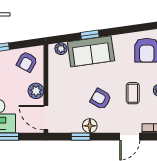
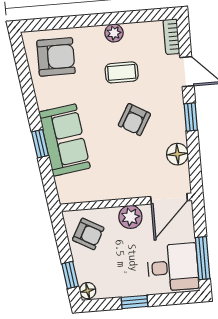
plant: (61, 49) -> (64, 185), removed
floor lamp: (90, 126) -> (177, 154), moved
window: (81, 137) -> (191, 117), moved

